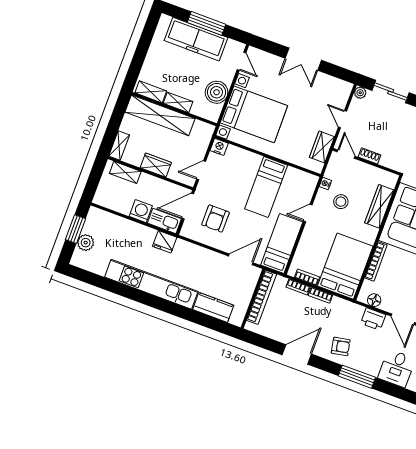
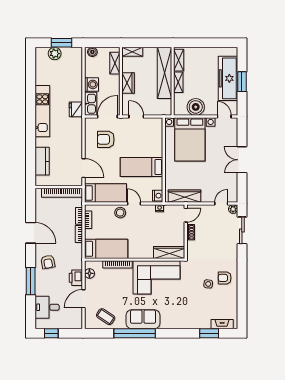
window: (206, 23) -> (242, 82), width x0.69
door: (241, 61) -> (224, 117), swing flipped
door: (343, 119) -> (221, 203), moved
nightstand: (219, 147) -> (158, 196), moved
wardrobe: (322, 147) -> (185, 196), width x1.50
boiler: (101, 195) -> (92, 52), added
stool: (341, 202) -> (120, 213), moved
door: (188, 206) -> (107, 117), hinge flipped
wardrobe: (379, 206) -> (169, 252), moved
bed: (345, 266) -> (106, 249), width x0.67
kitchen unit: (151, 284) -> (42, 111), width x0.73

